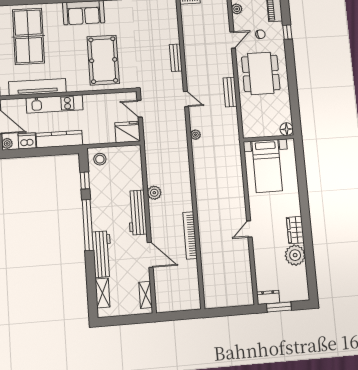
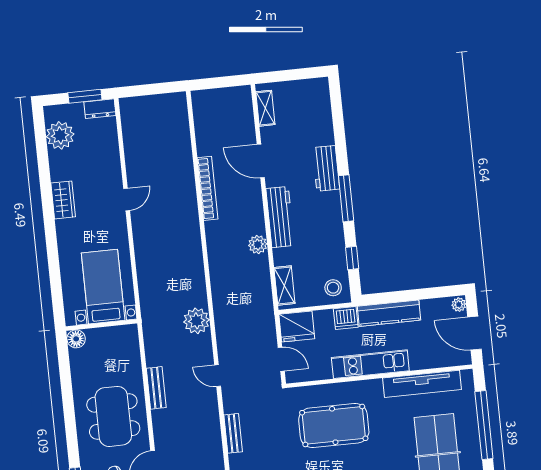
pool table: (103, 60) -> (334, 425), turned 90
kitchen unit: (55, 104) -> (370, 364), moved
plant: (195, 135) -> (196, 321), width x1.88, depth x1.88
dishwasher: (27, 141) -> (346, 318), moved
window: (88, 225) -> (346, 198), width x0.68
workbench: (102, 254) -> (326, 168), width x0.73
plant: (295, 255) -> (60, 135), moved
shelving: (103, 293) -> (284, 285), moved

